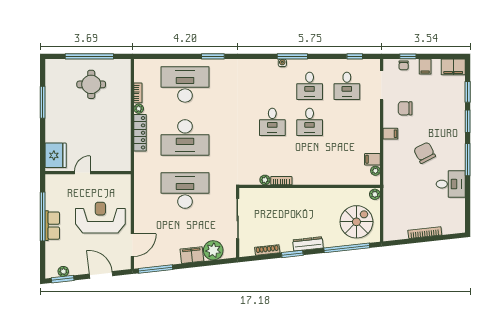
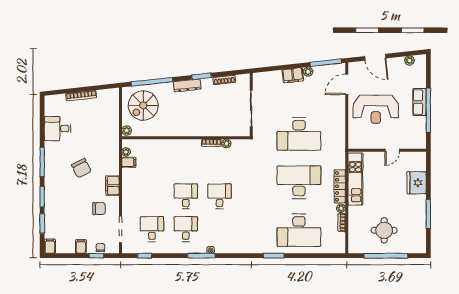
filing cabinet: (453, 67) -> (50, 246), width x0.50
filing cabinet: (390, 134) -> (112, 186), width x2.00
kitchen unit: (123, 141) -> (355, 179), added
fridge: (56, 155) -> (416, 183), moved
desk: (451, 184) -> (58, 129), moved
plant: (213, 250) -> (308, 72), moved, width x0.53, depth x0.53
window: (63, 279) -> (410, 53), removed

